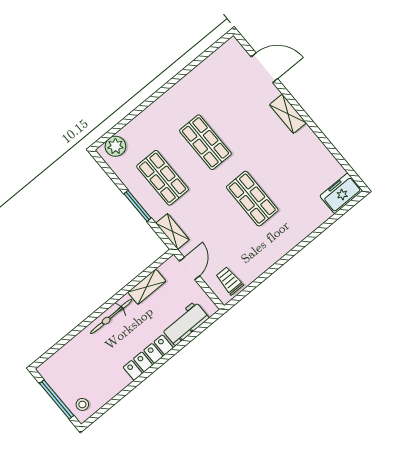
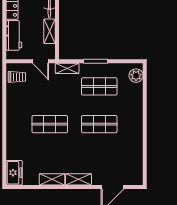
shelving: (313, 144) -> (52, 179), added

